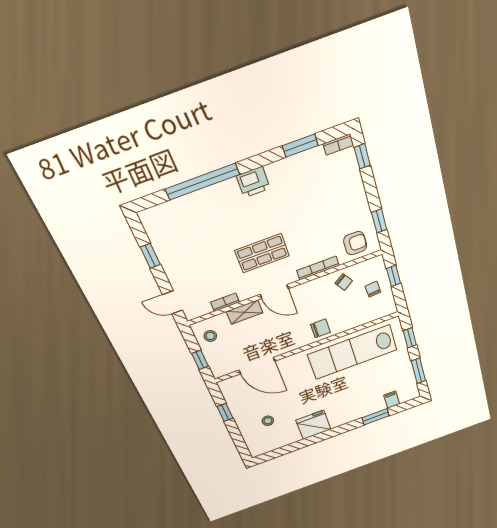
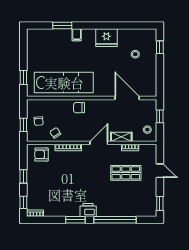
window: (300, 146) -> (75, 220), moved
window: (379, 221) -> (23, 176), moved
shop shelf: (262, 253) -> (126, 173), moved
window: (150, 256) -> (160, 203), moved
door: (274, 292) -> (99, 143), hinge flipped
door: (173, 302) -> (160, 171), moved
window: (419, 371) -> (23, 50), removed
filing cabinet: (392, 400) -> (77, 35), moved
window: (225, 412) -> (160, 47), moved

